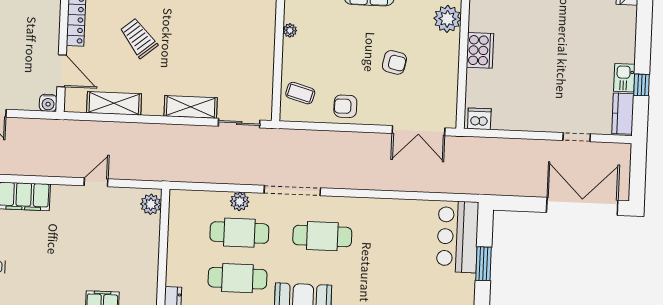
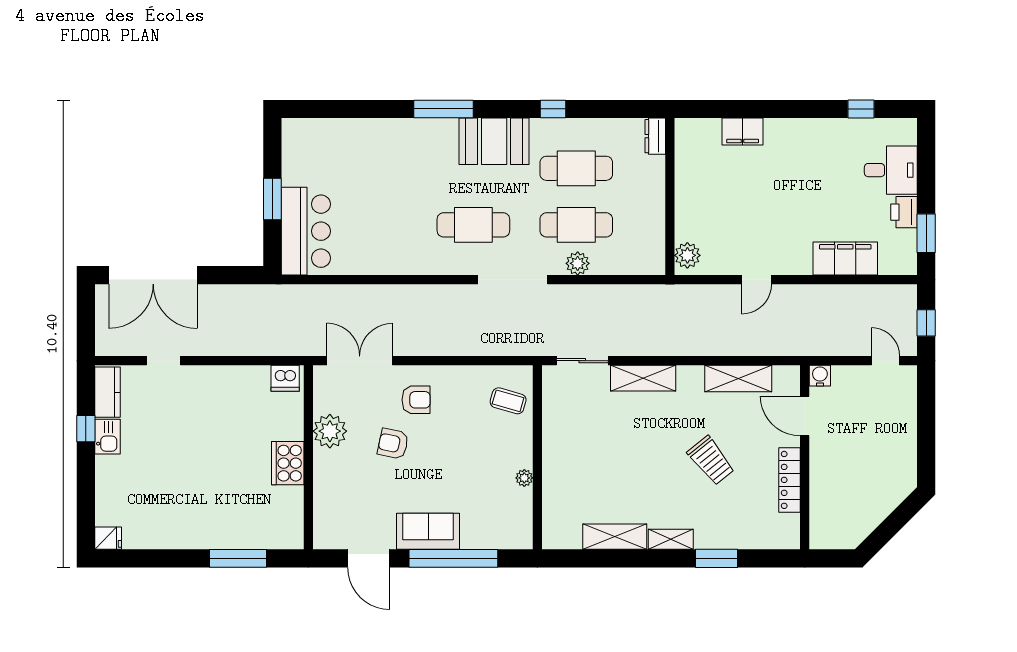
plant: (447, 19) -> (330, 431), moved
armchair: (345, 106) -> (416, 400), moved

